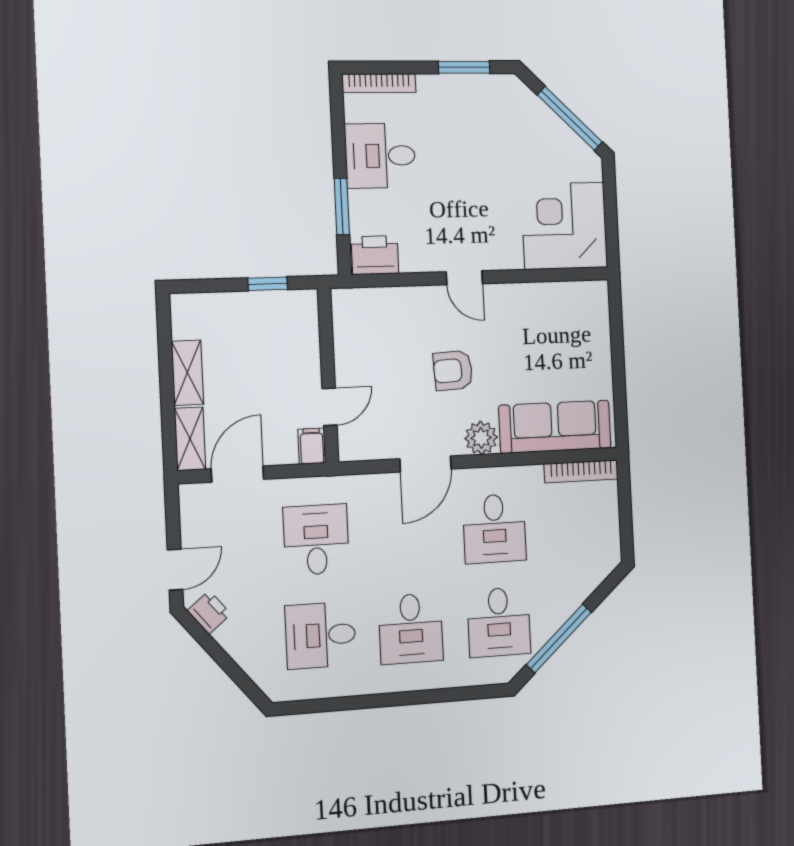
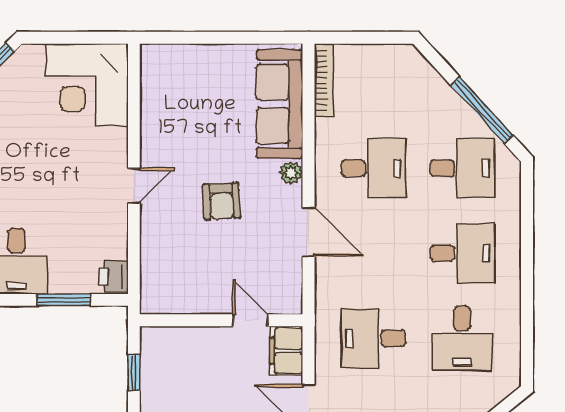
printer: (375, 255) -> (113, 277), width x0.73, depth x0.81
plant: (481, 438) -> (291, 173), width x0.73, depth x0.73
filing cabinet: (312, 446) -> (286, 351), width x2.00

